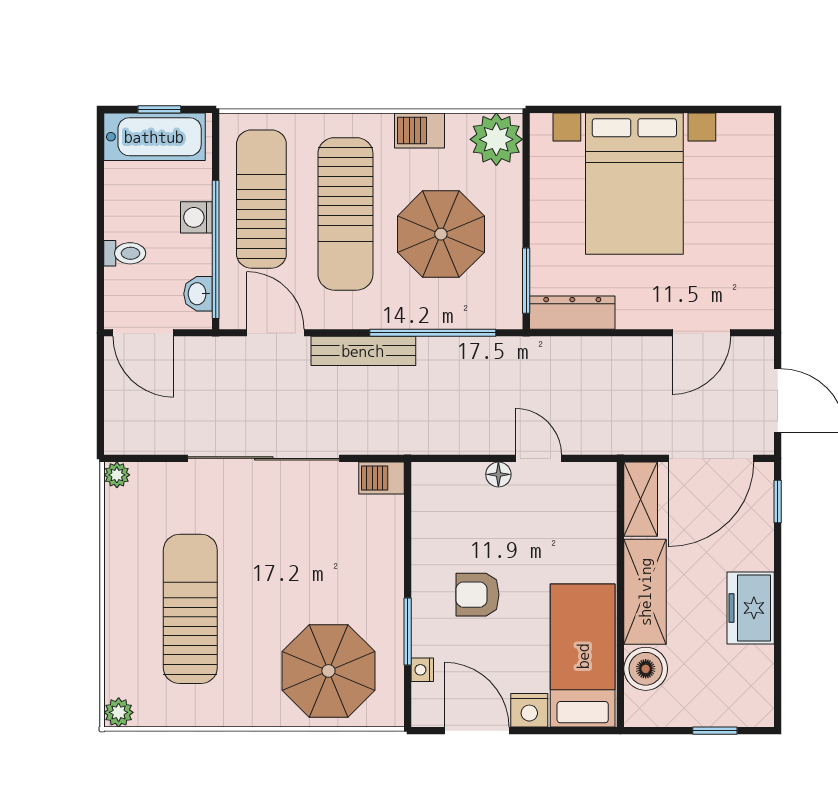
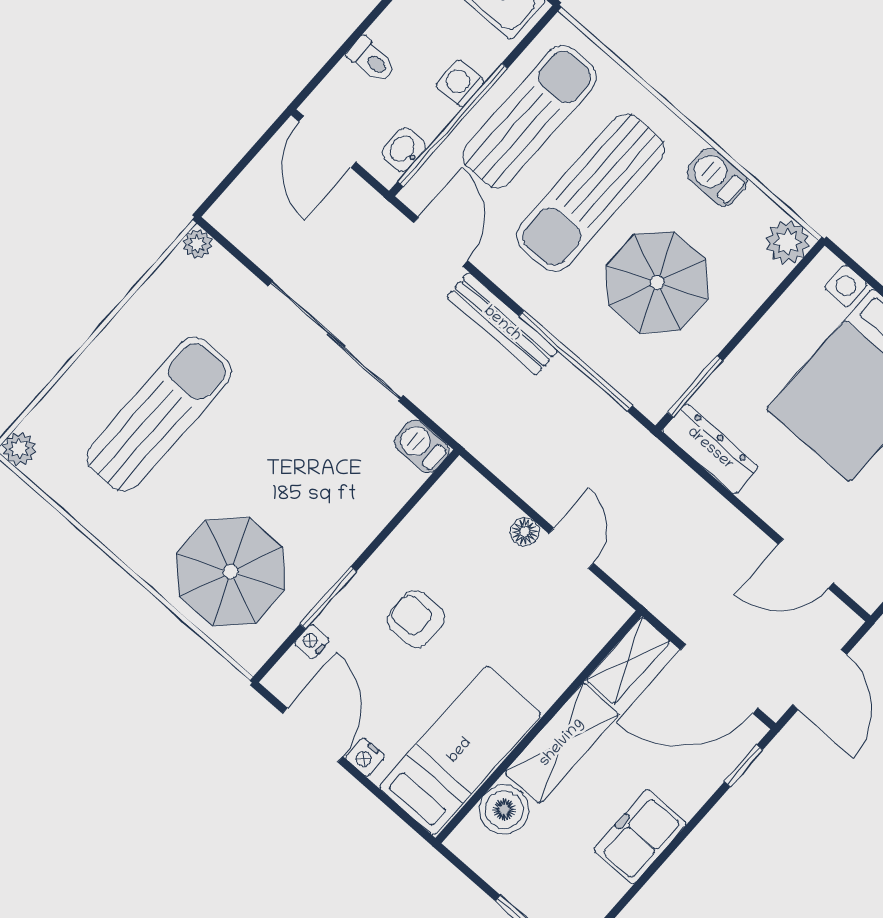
plant: (496, 139) -> (788, 242), width x0.73, depth x0.73
nightstand: (529, 710) -> (365, 757), width x0.72, depth x0.74

